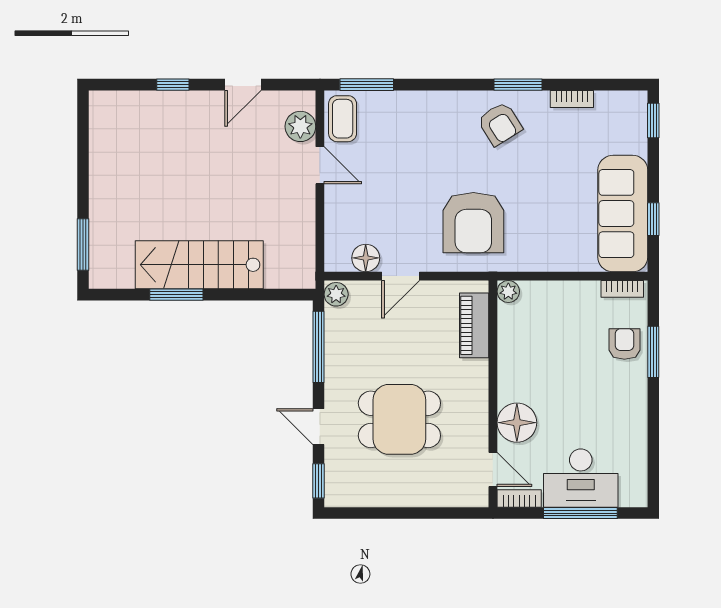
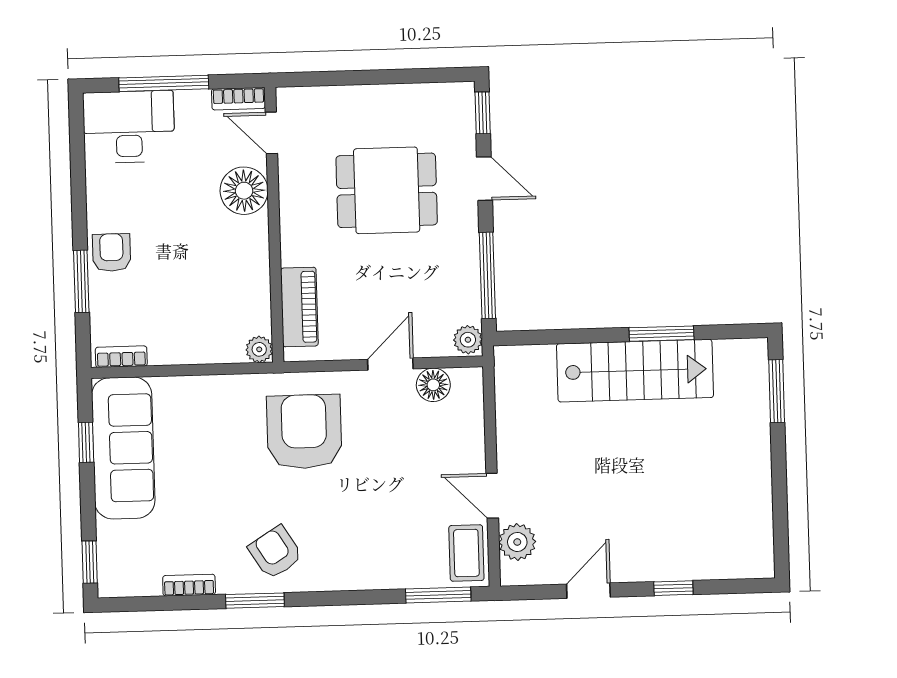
armchair: (624, 344) -> (112, 252), moved, turned 180
desk: (581, 478) -> (129, 127), moved

